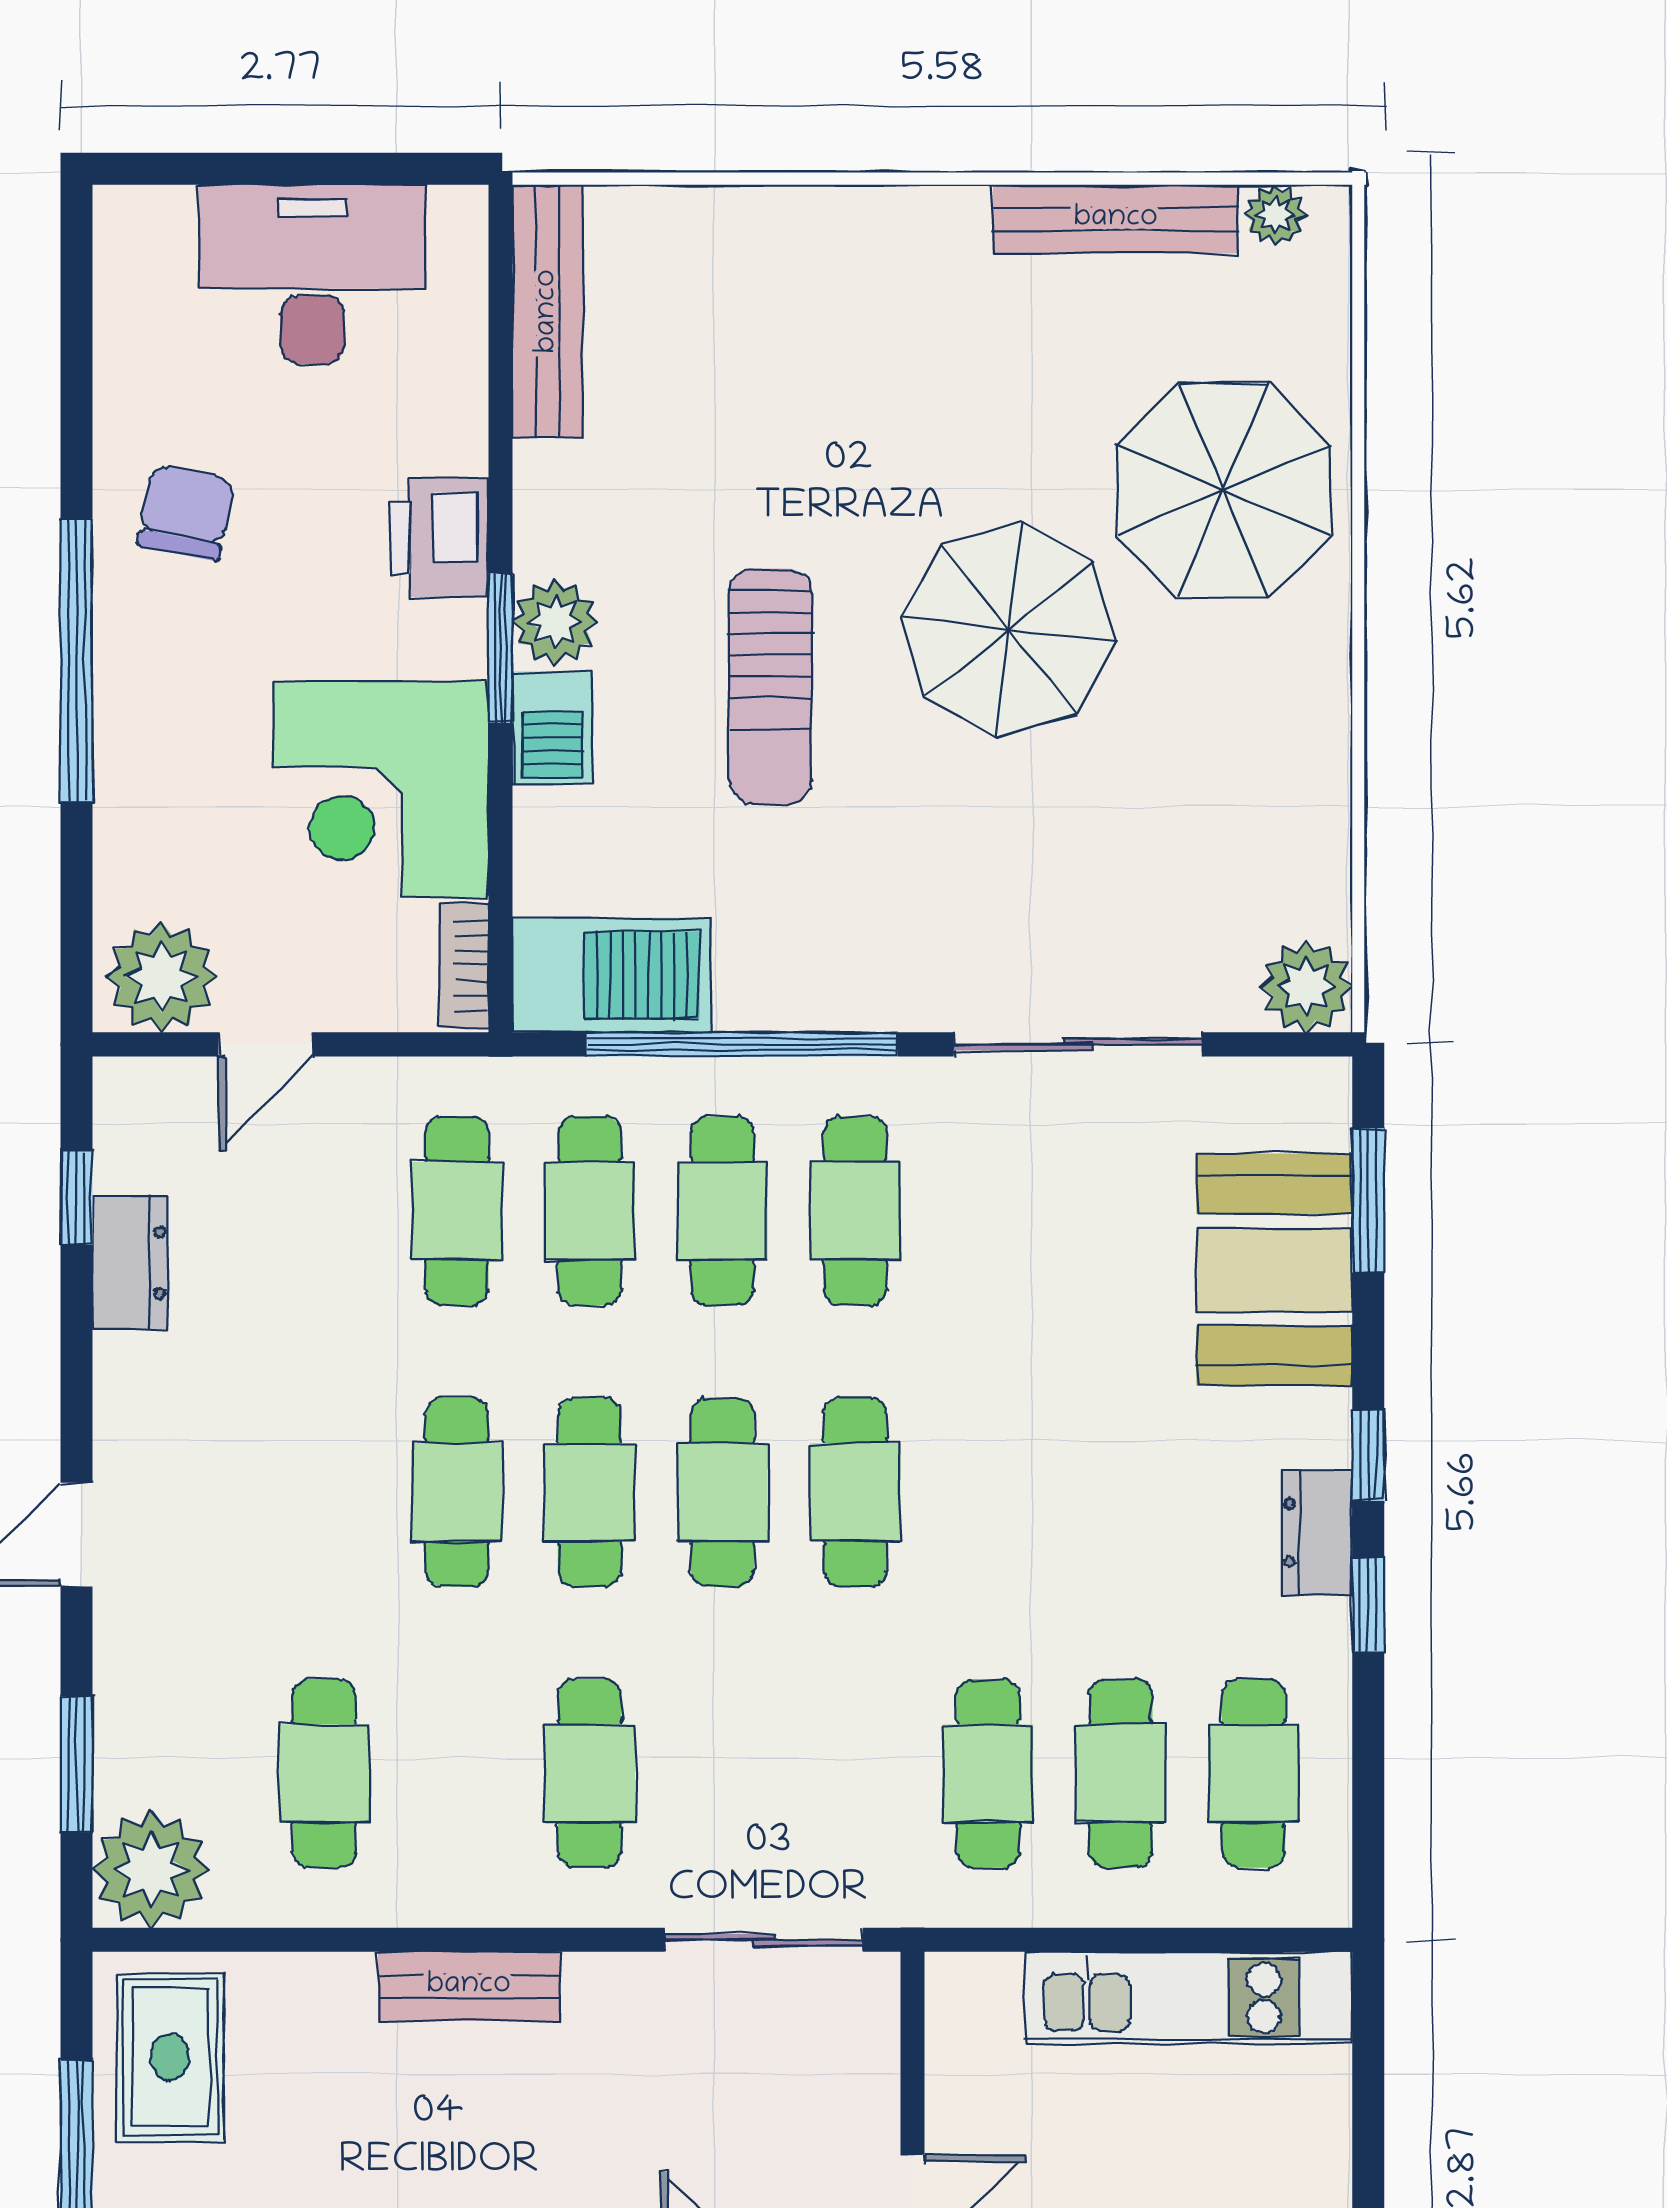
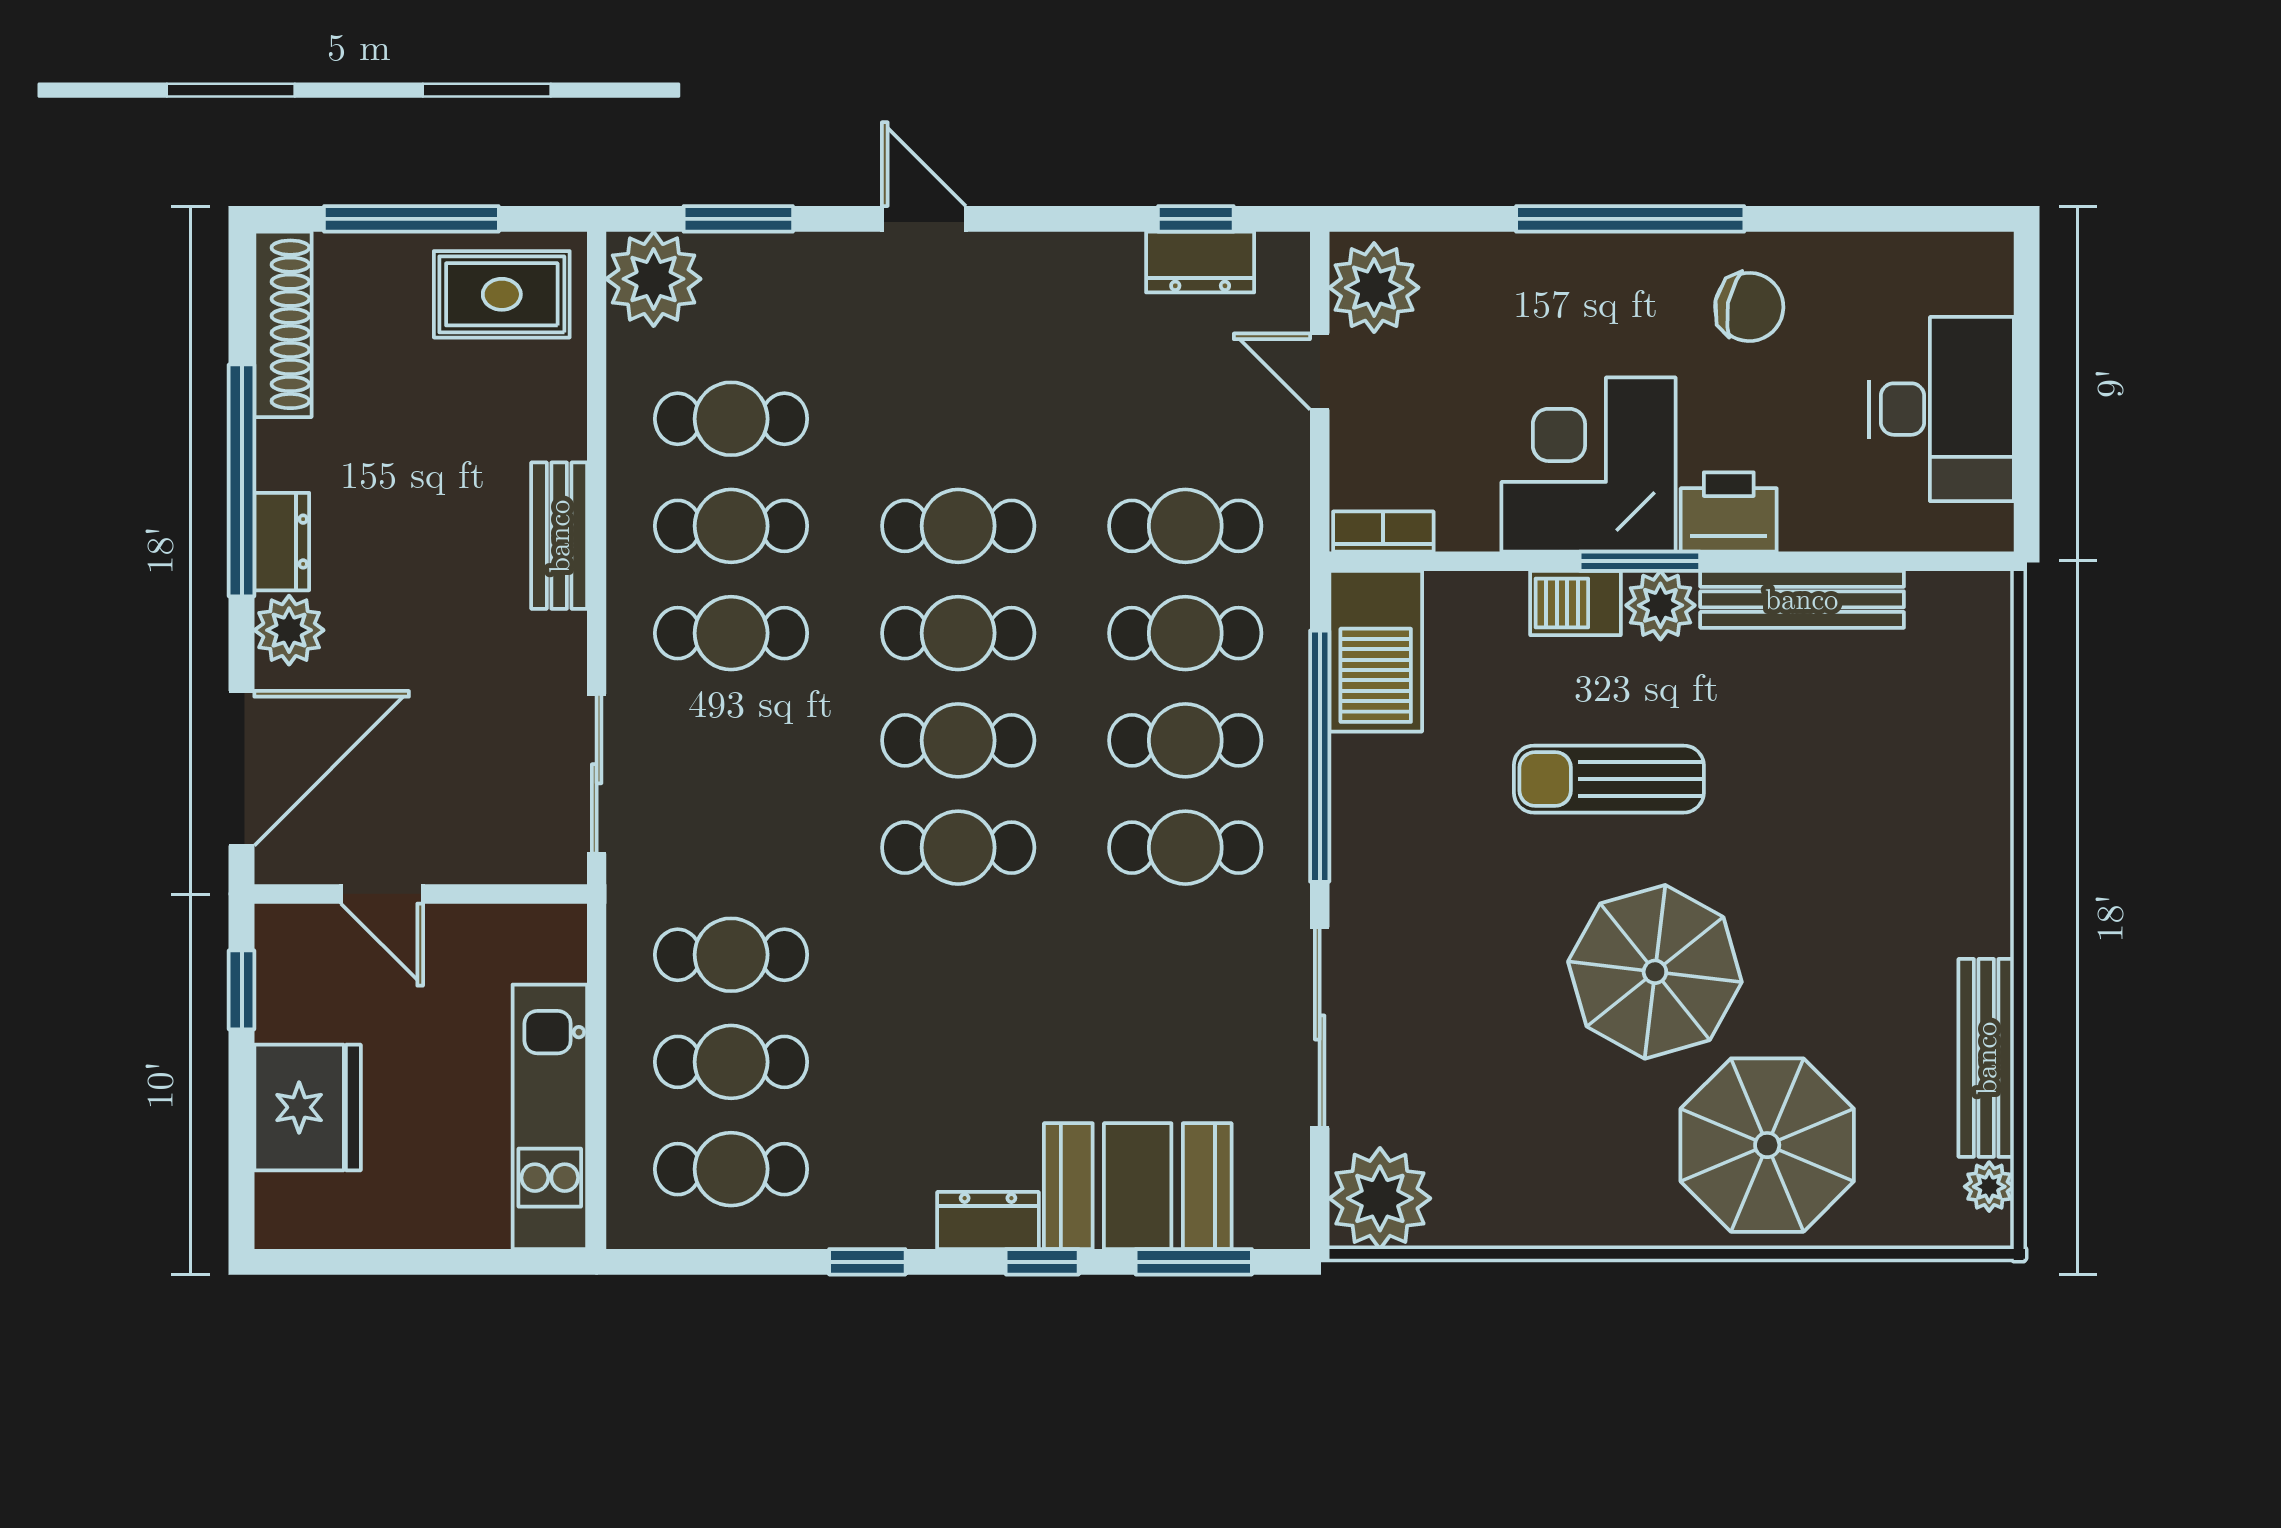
bench: (548, 311) -> (1802, 599), moved
corner desk: (381, 789) -> (1589, 464), moved
plant: (1306, 986) -> (1380, 1198), width x1.36, depth x1.36
dresser: (130, 1263) -> (1200, 262), moved
window: (1368, 1456) -> (1042, 1262), moved
dresser: (1317, 1532) -> (988, 1220), moved
cafe table: (457, 1773) -> (731, 526), added

